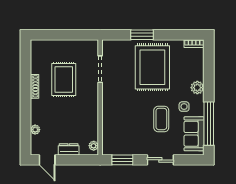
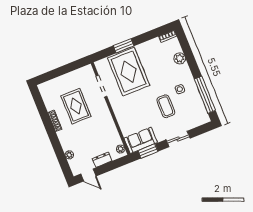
rug: (152, 67) -> (129, 72), moved
plant: (197, 88) -> (180, 58), moved
sofa: (194, 134) -> (141, 140), moved, turned 90

